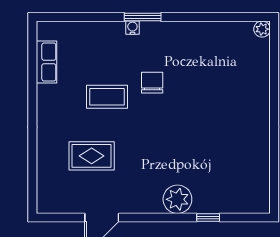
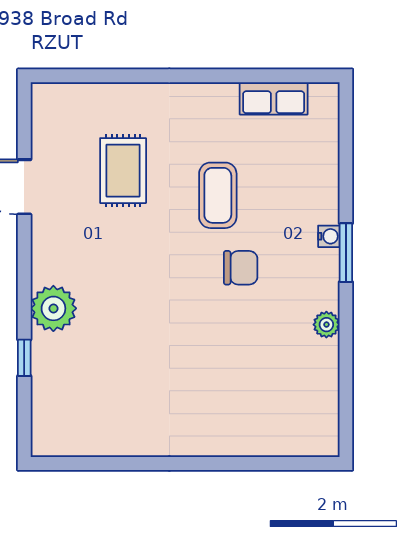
plant: (262, 29) -> (326, 325), moved

